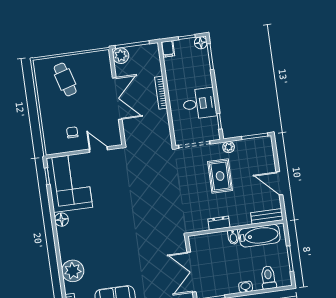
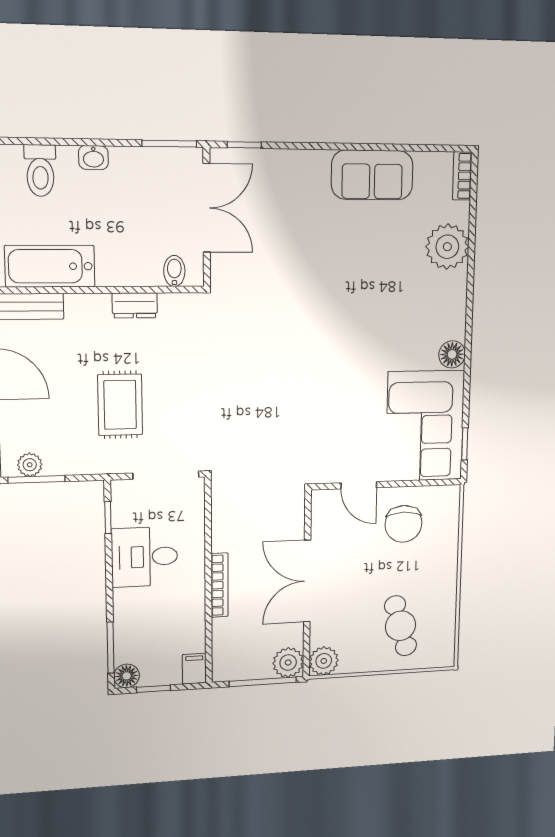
plant: (102, 58) -> (324, 661), added
chair: (72, 132) -> (404, 524), width x1.87, depth x1.87
plant: (229, 147) -> (30, 465), moved
bidet: (233, 237) -> (174, 271), moved

